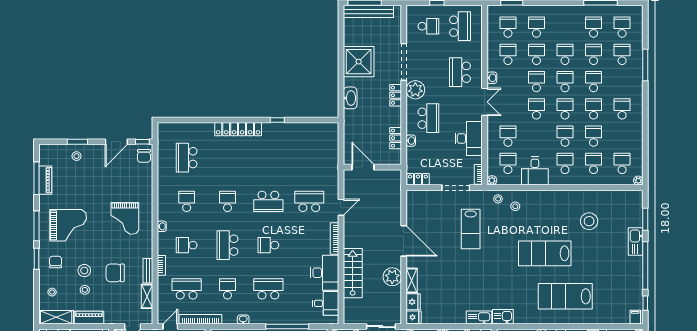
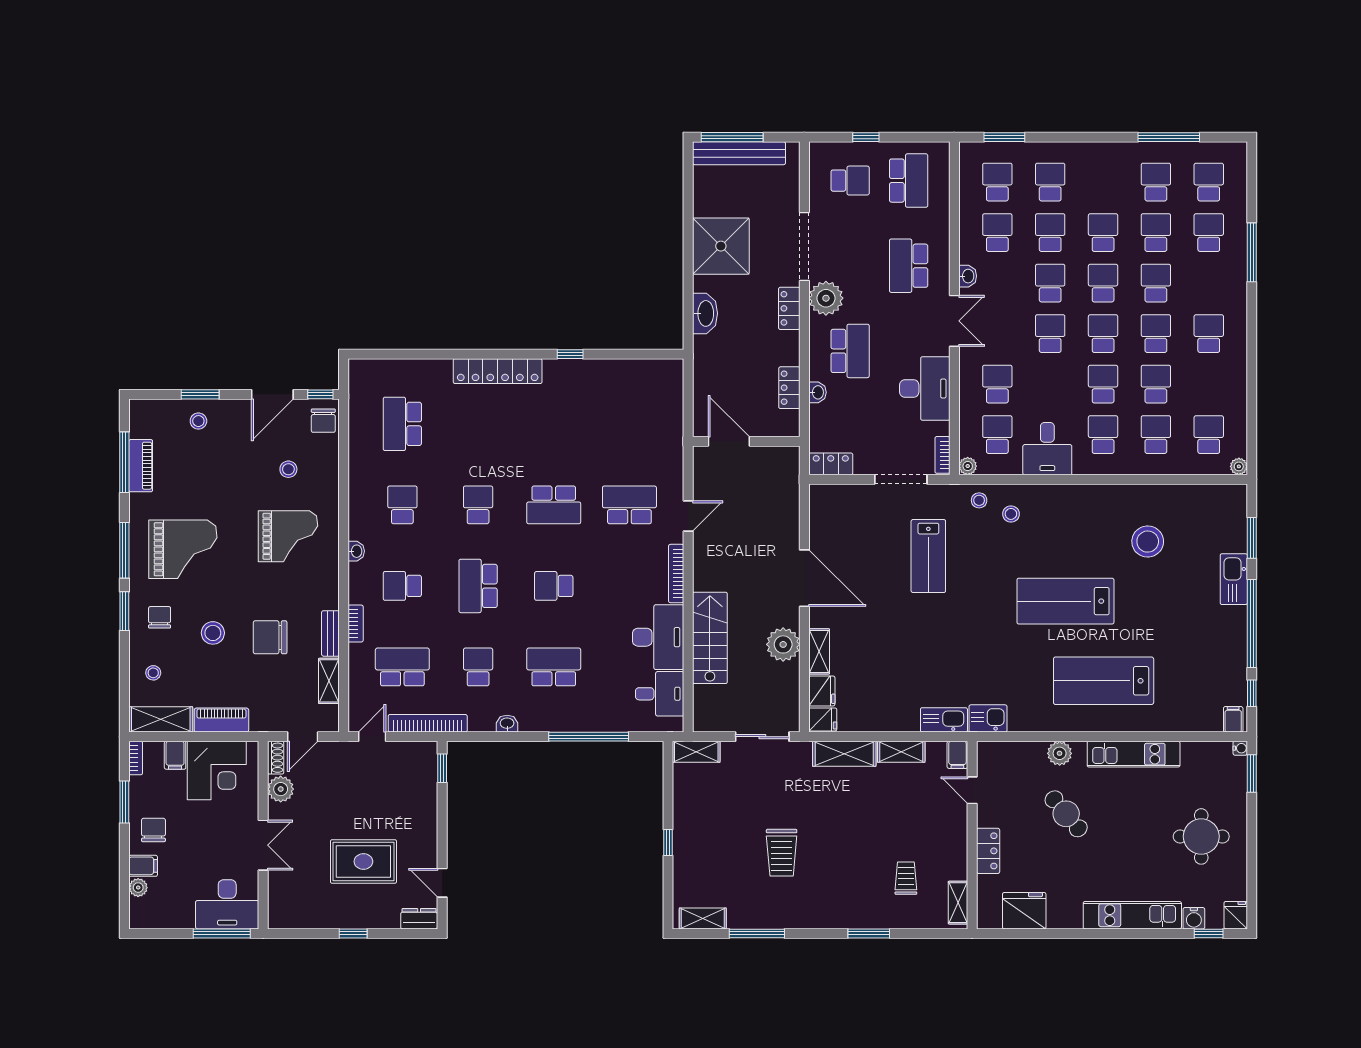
grand piano: (125, 218) -> (288, 536), turned -90
stool: (85, 290) -> (288, 469), moved

